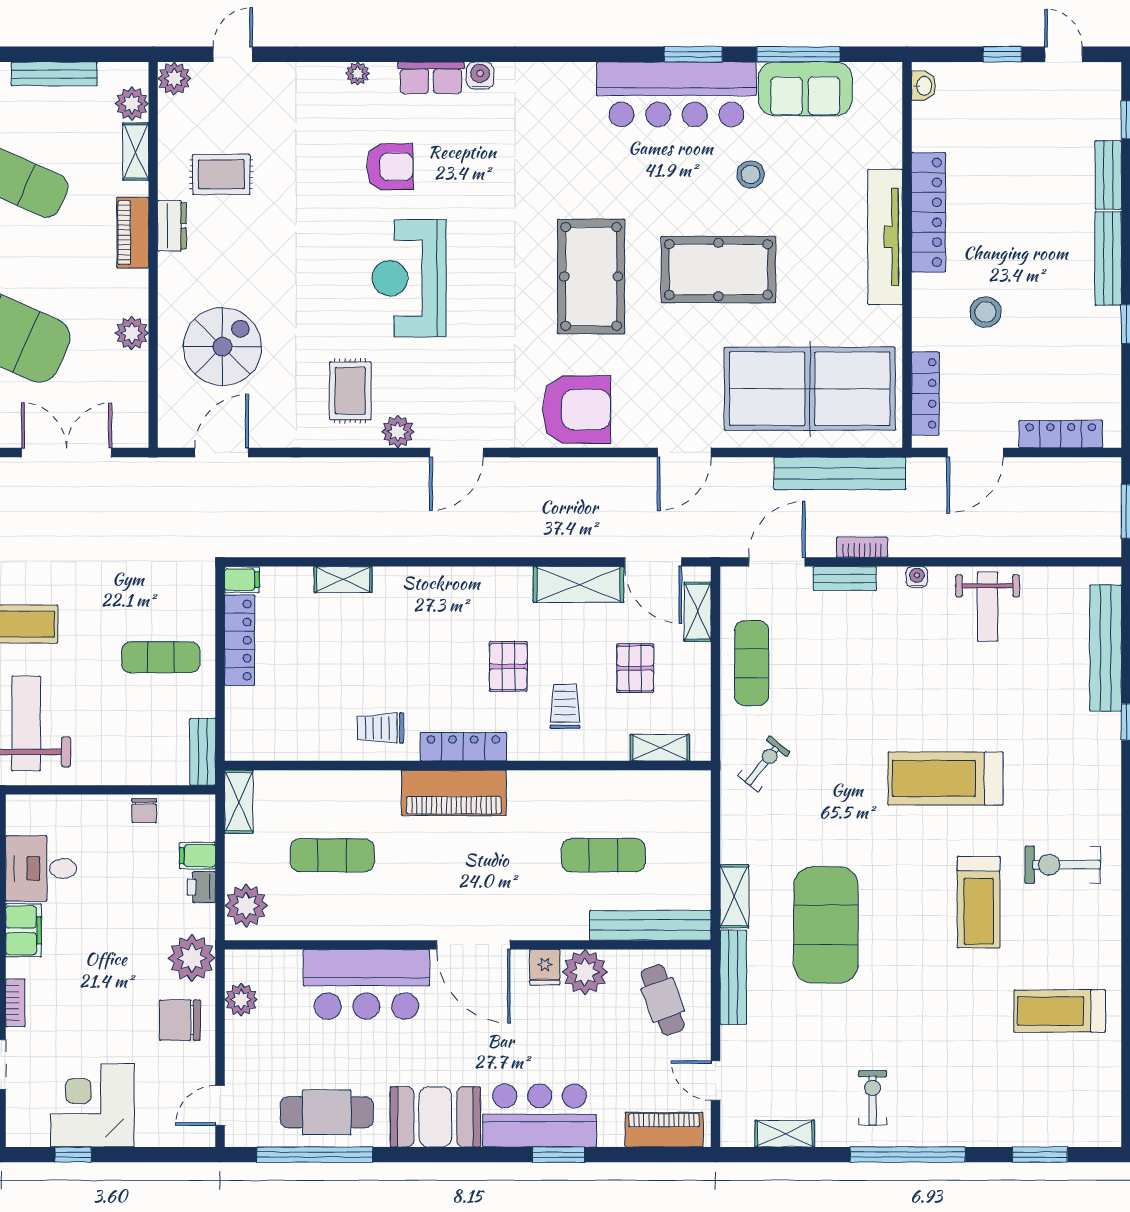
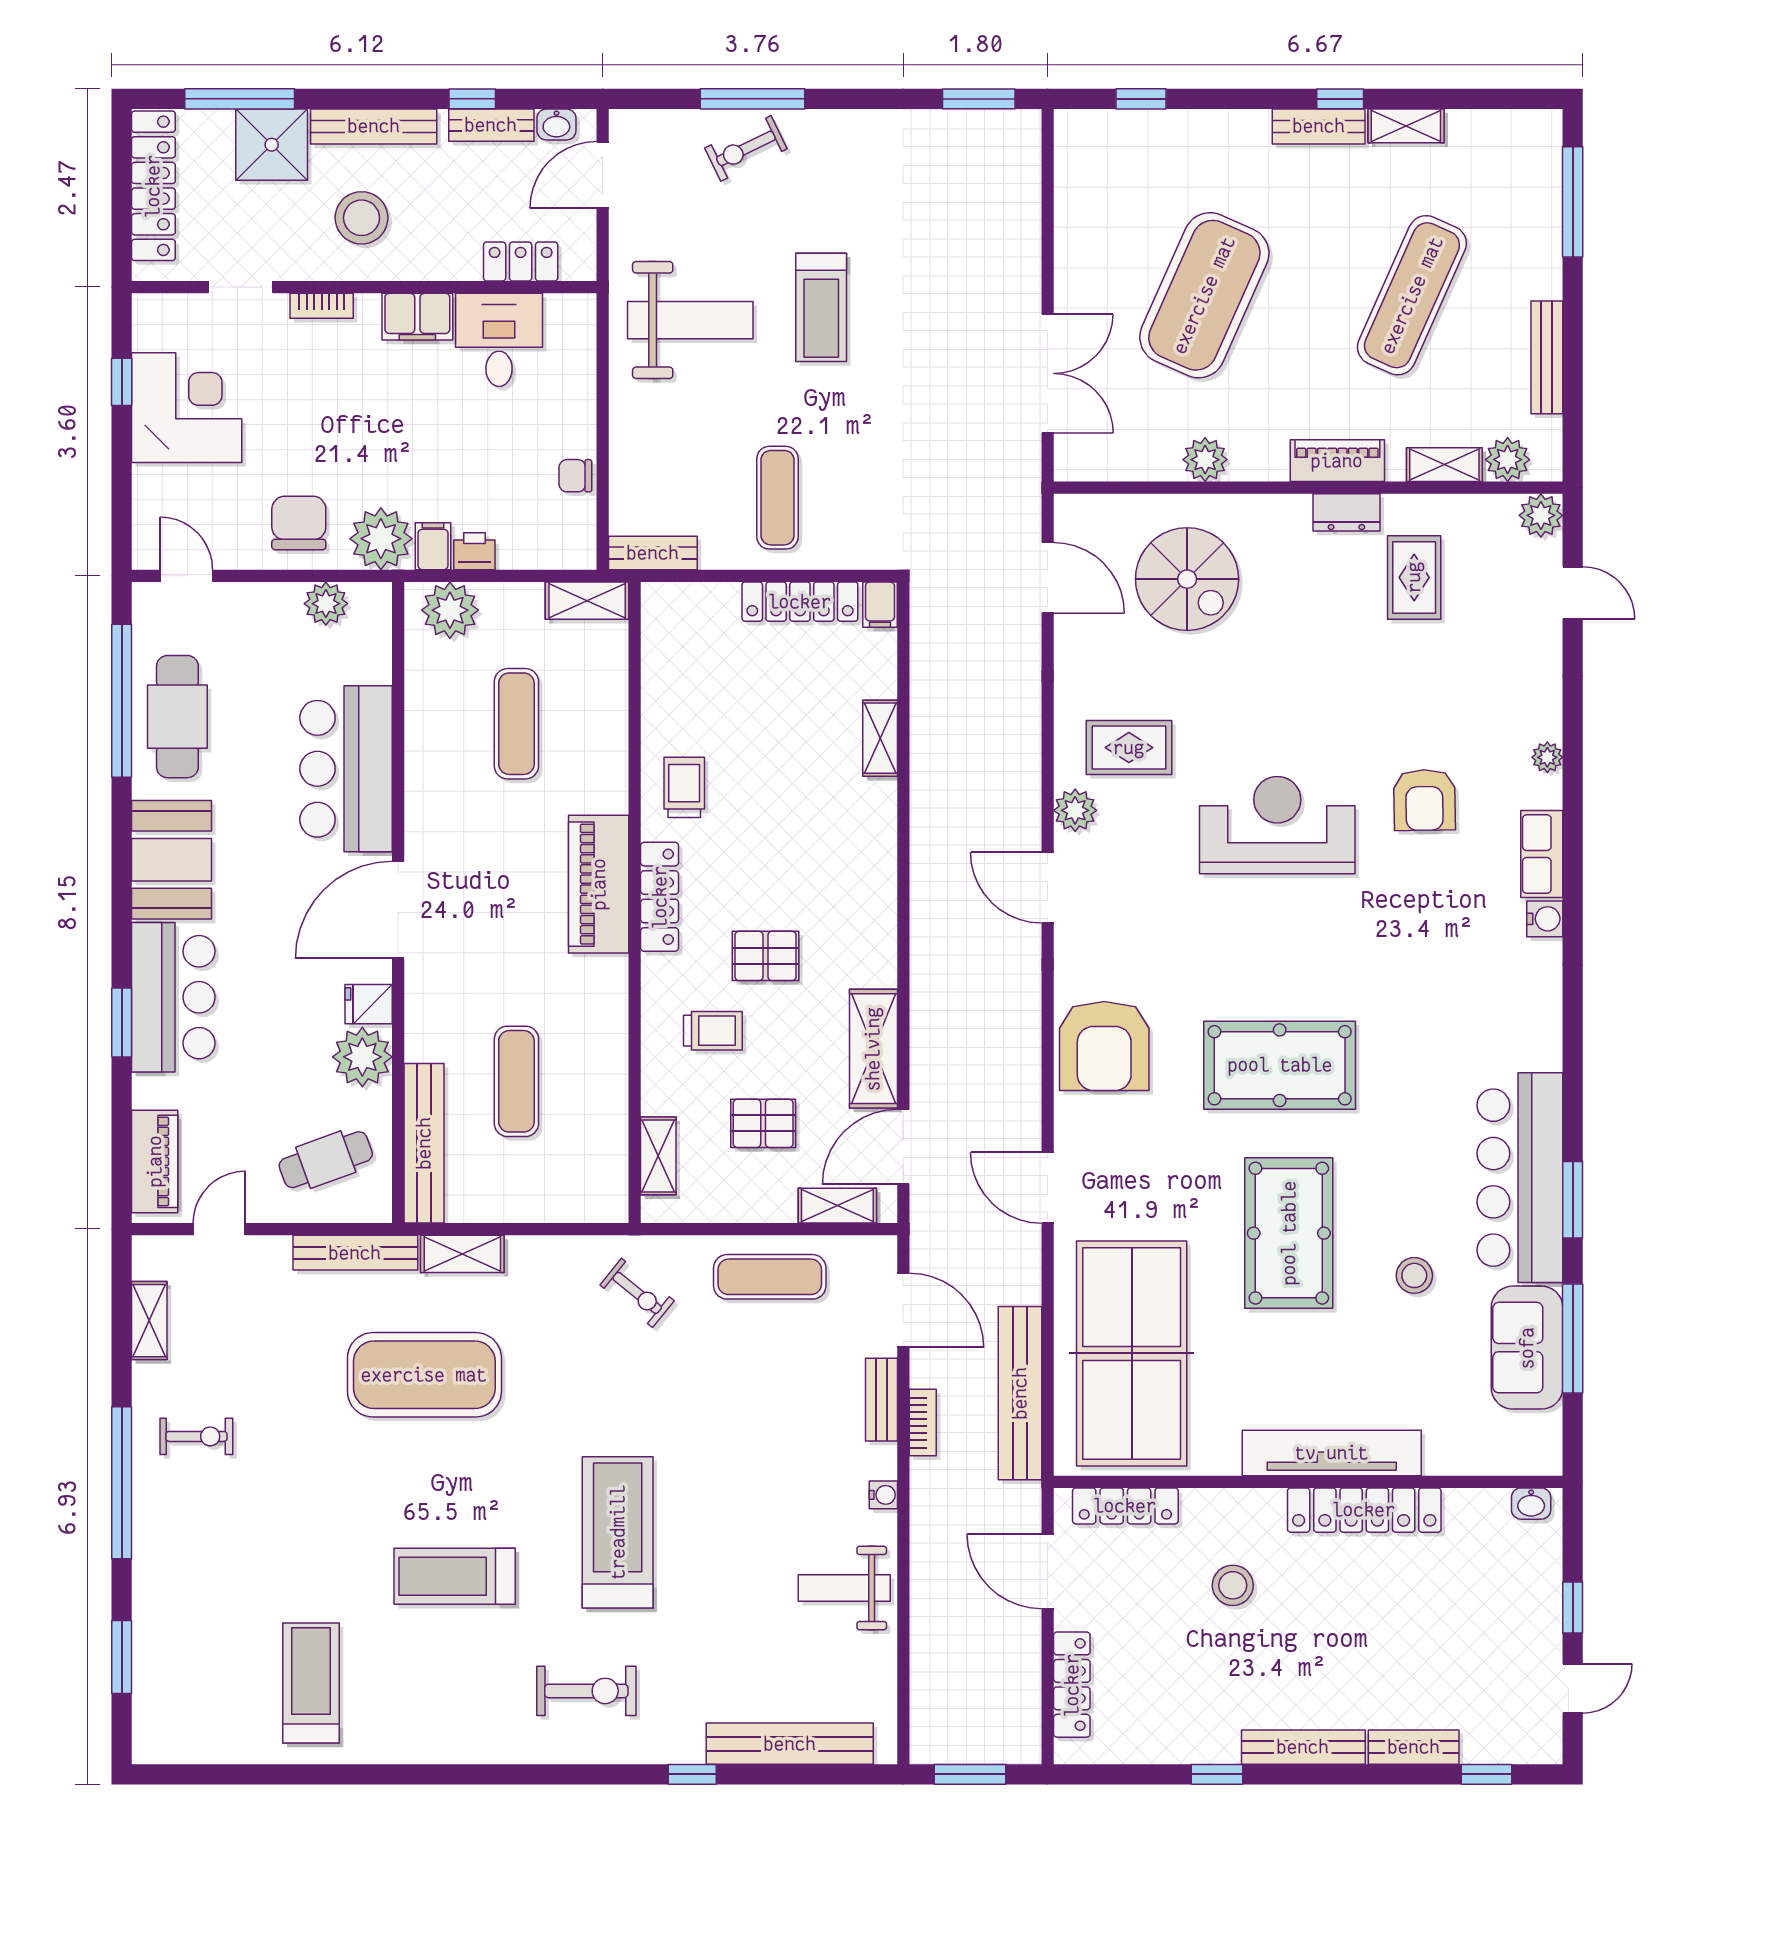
filing cabinet: (198, 856) -> (433, 546), moved
exercise bike: (1063, 865) -> (586, 1691), moved, turned 90

